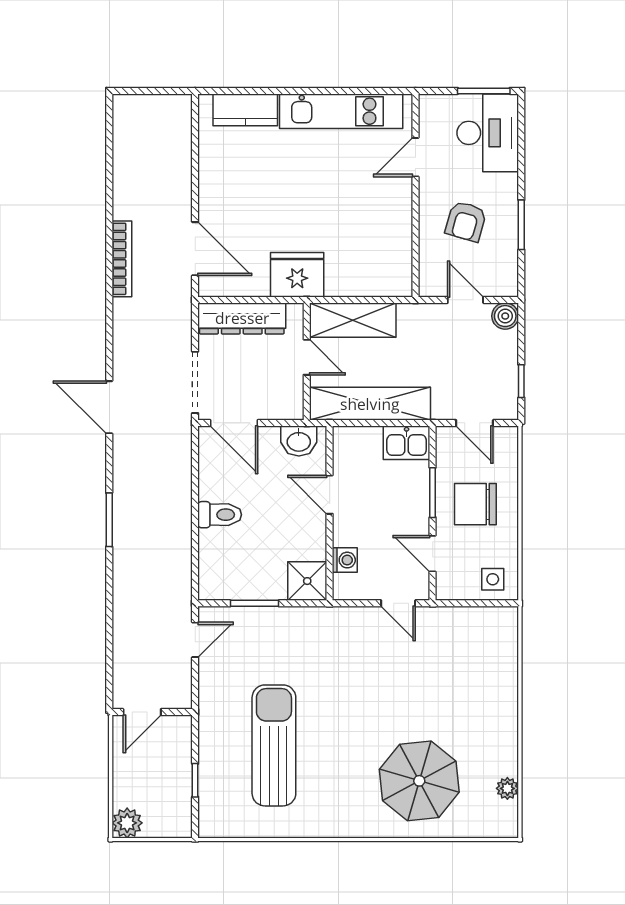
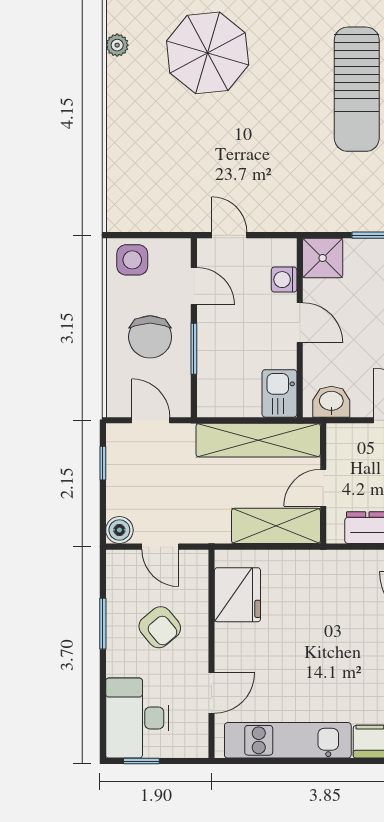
window: (484, 91) -> (141, 761), width x0.67
armchair: (466, 221) -> (160, 627), turned 124
fridge: (297, 275) -> (237, 595), moved, turned -90
door: (307, 357) -> (323, 488), hinge flipped
kitchen sink: (407, 443) -> (279, 393), moved, turned -90
door: (330, 495) -> (300, 323), moved
chair: (475, 504) -> (150, 337), turned 90
side table: (493, 579) -> (132, 260), width x1.37, depth x1.37

